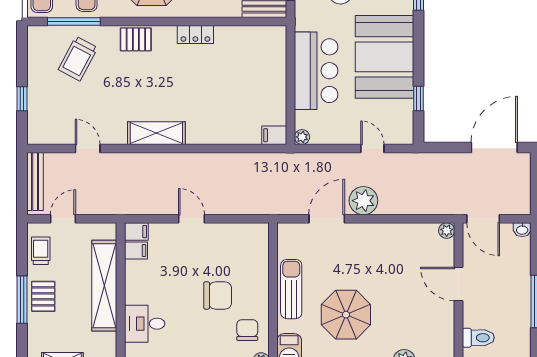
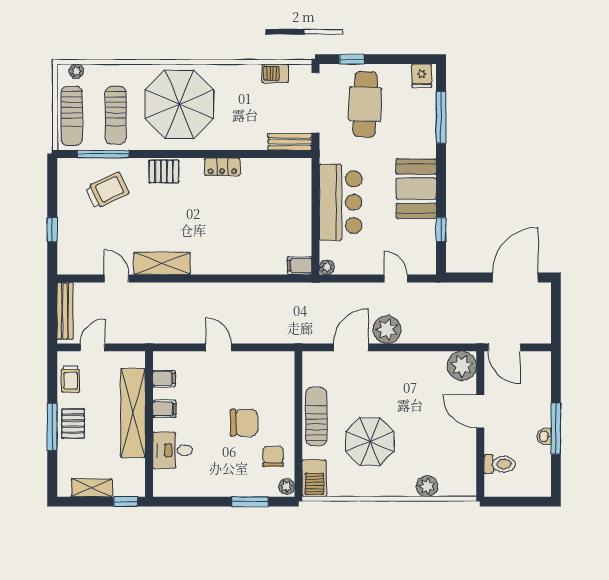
booth: (384, 57) -> (416, 189), width x0.73, depth x0.70
trolley: (78, 59) -> (107, 190), turned -143
shelving: (156, 133) -> (162, 263), moved
washbasin: (522, 230) -> (544, 436), moved, turned 90
plant: (447, 231) -> (462, 366), width x1.88, depth x1.88
filing cabinet: (136, 232) -> (164, 409), moved
trolley: (41, 251) -> (71, 379), turned 180

